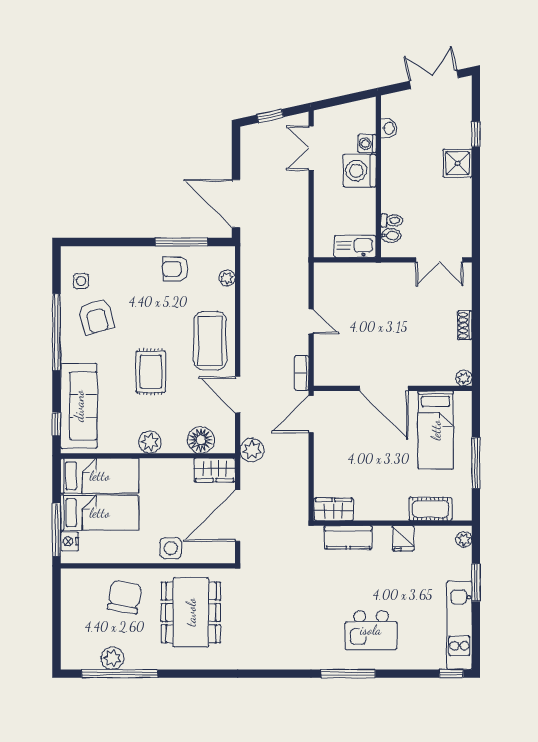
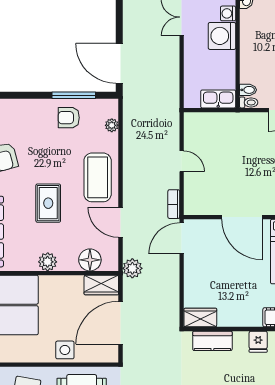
toilet: (392, 220) -> (249, 102), moved

